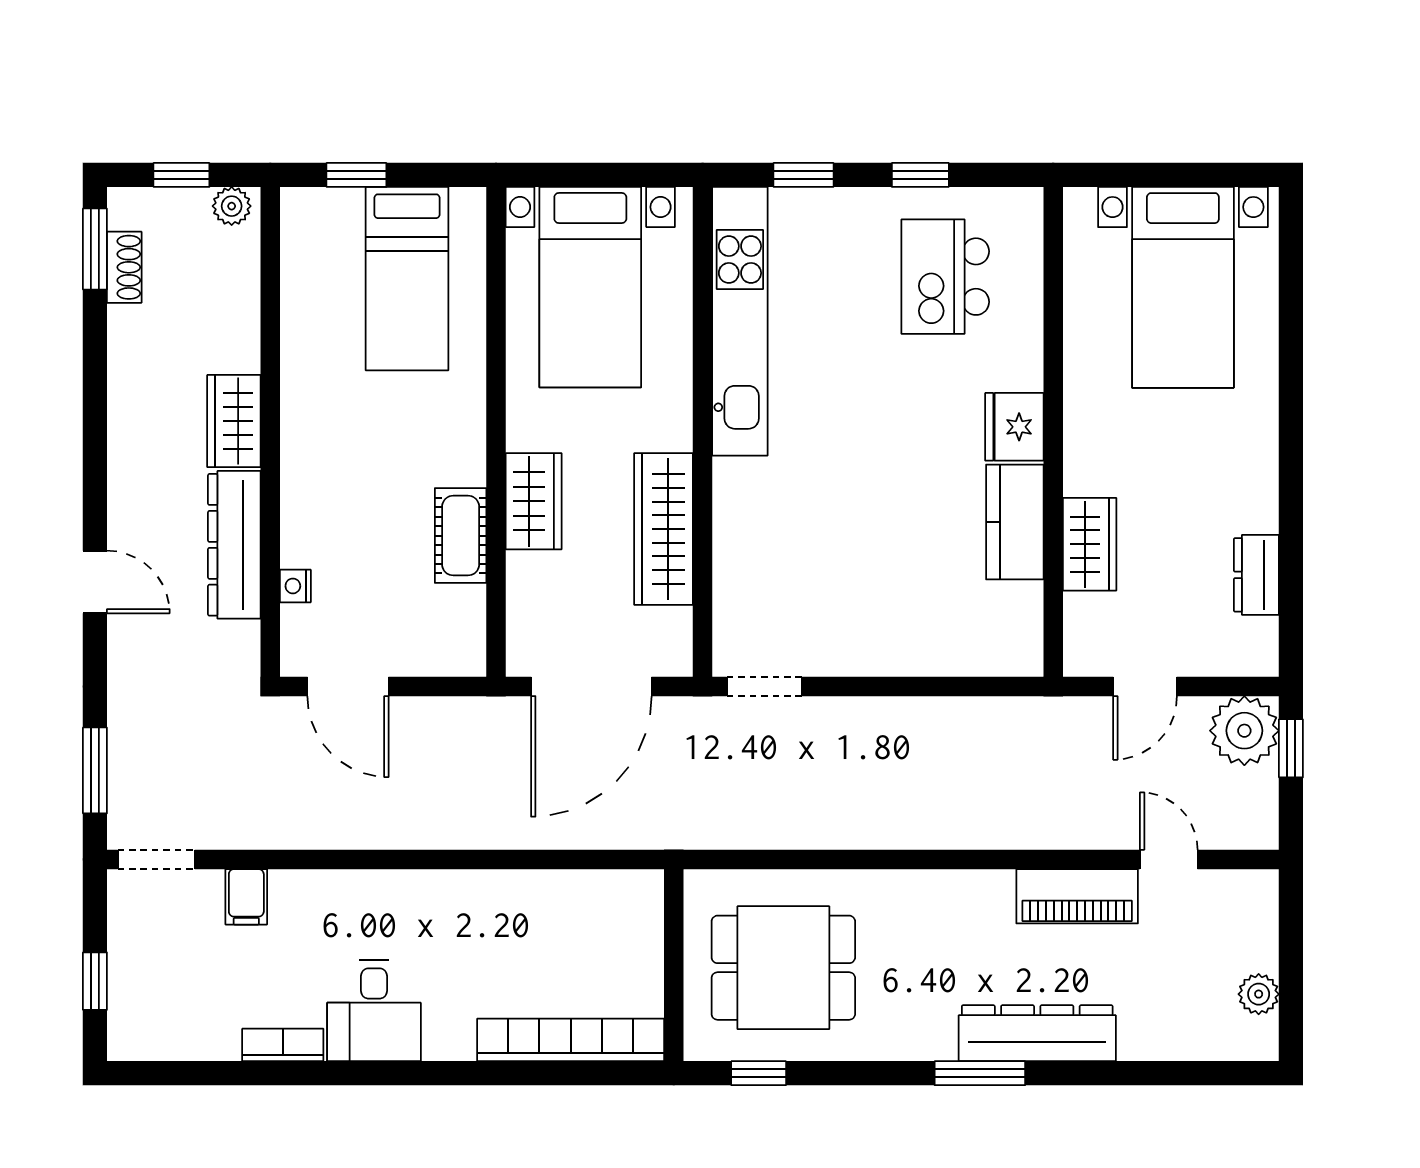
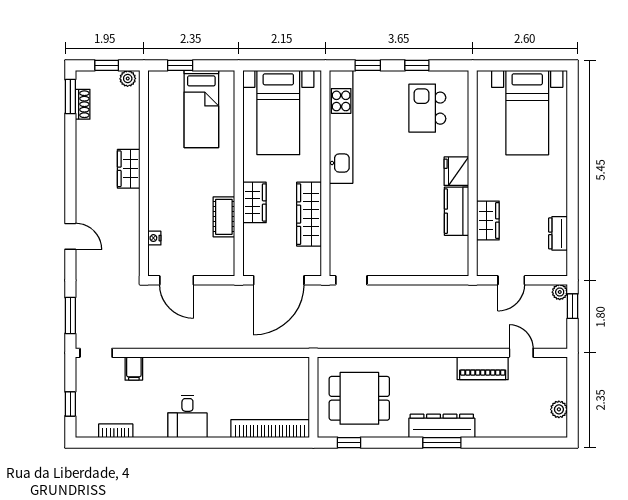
dresser: (234, 545) -> (129, 221), removed
plant: (1244, 731) -> (560, 292), width x0.53, depth x0.53
dresser: (1037, 1033) -> (442, 426), moved
bookcase: (283, 1045) -> (116, 431), moved

